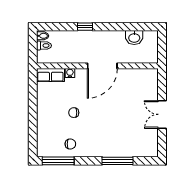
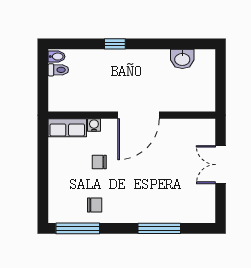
wall: (97, 66) -> (132, 115), moved
door: (102, 66) -> (138, 115), moved
water cooler: (70, 73) -> (94, 125), moved
row of seats: (50, 75) -> (67, 128), moved

